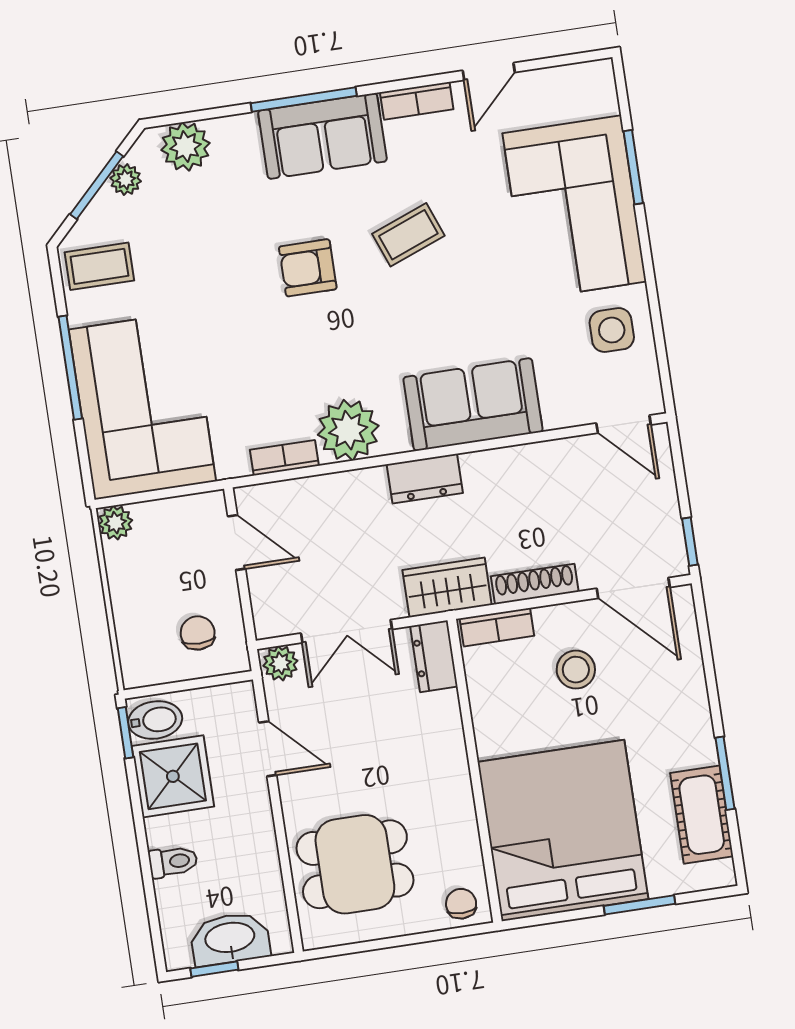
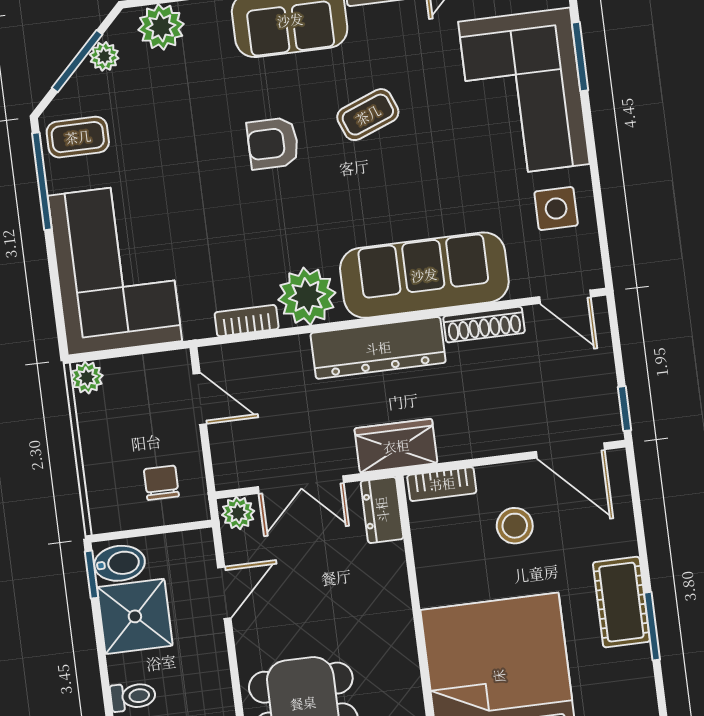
window: (70, 368) -> (42, 181), moved
sofa: (473, 405) -> (424, 275), width x1.36
dresser: (425, 479) -> (378, 348), width x1.96, depth x1.24
shoe rack: (535, 584) -> (484, 325), moved, turned 180
door: (268, 749) -> (224, 593), hinge flipped
cot: (702, 815) -> (621, 602), moved

